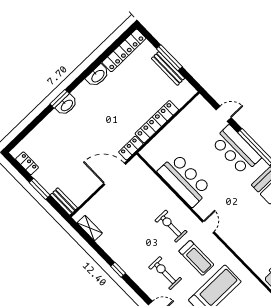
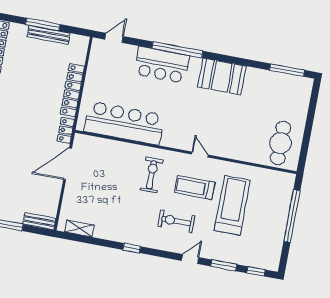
door: (224, 114) -> (114, 38), moved
bar counter: (184, 180) -> (124, 123), width x1.36
exercise bike: (171, 226) -> (152, 175), turned 90
door: (208, 227) -> (200, 155), moved
treadmill: (196, 258) -> (195, 187), turned 180

